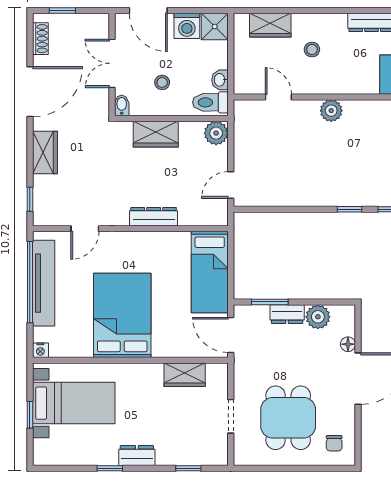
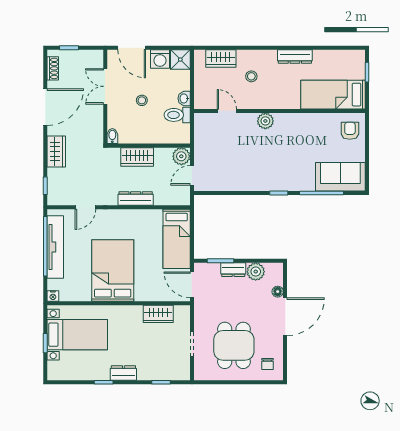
bidet: (122, 105) -> (112, 136), moved
wall: (171, 119) -> (149, 146), moved
plant: (216, 133) -> (181, 156), moved
wardrobe: (156, 134) -> (137, 157), moved

